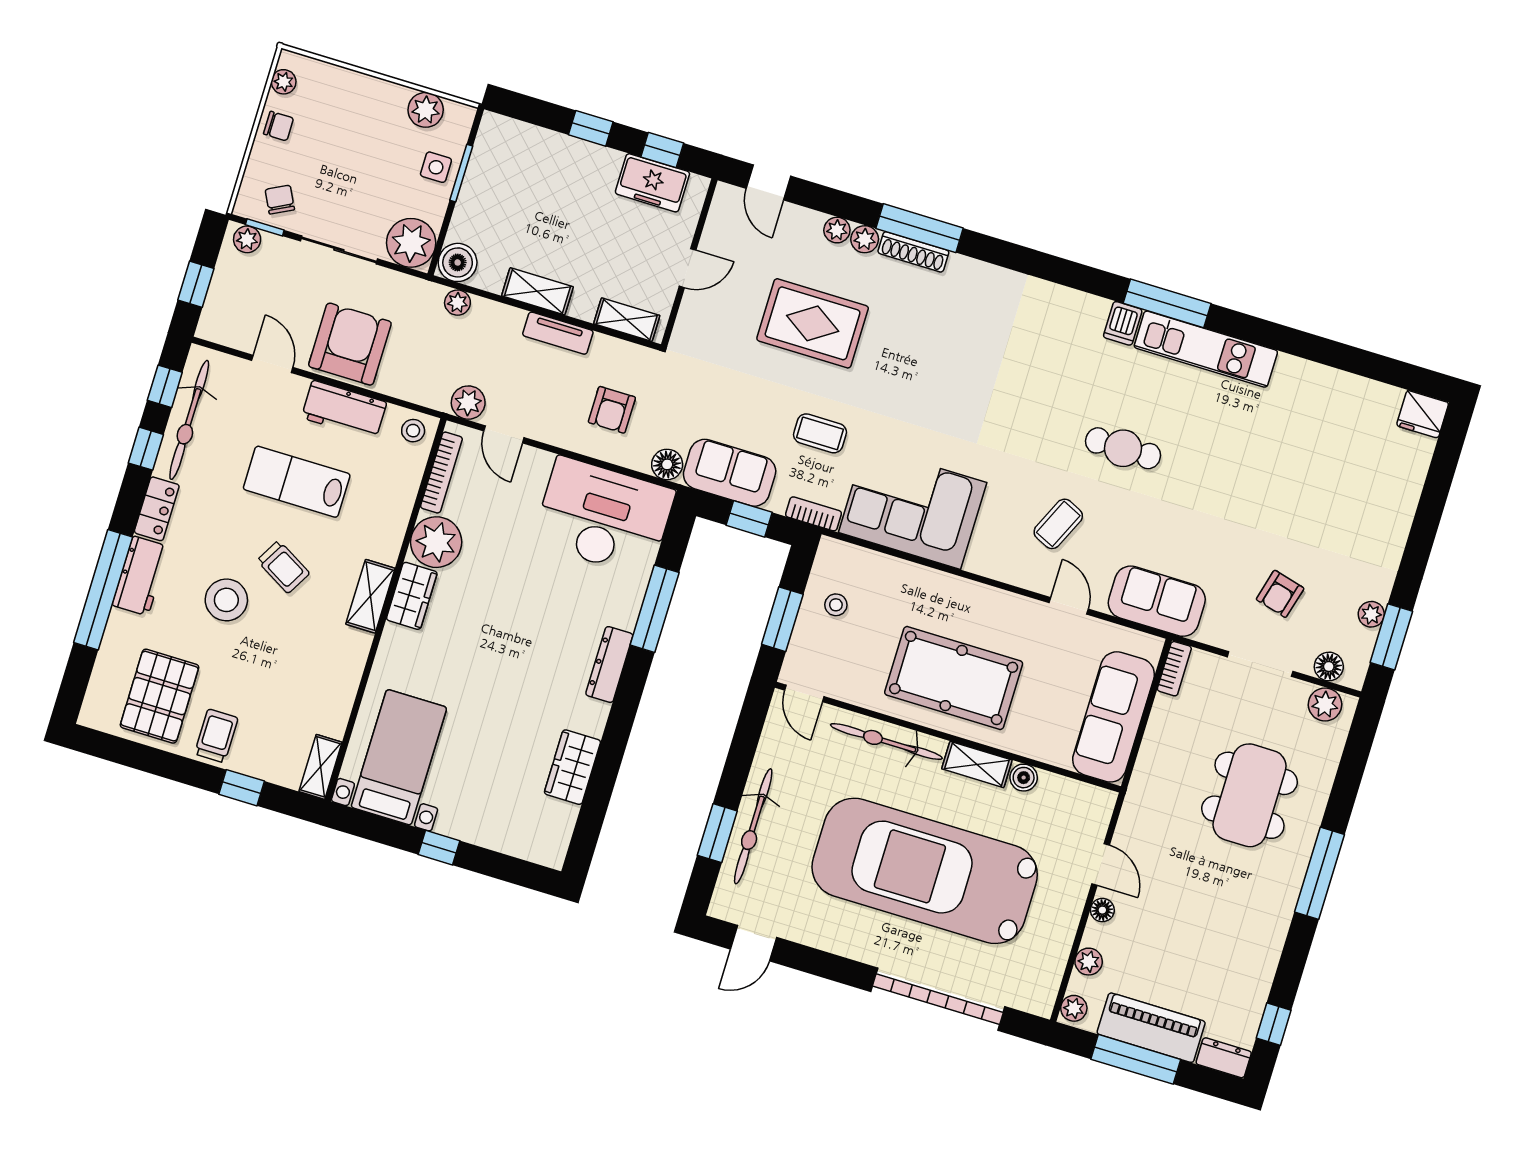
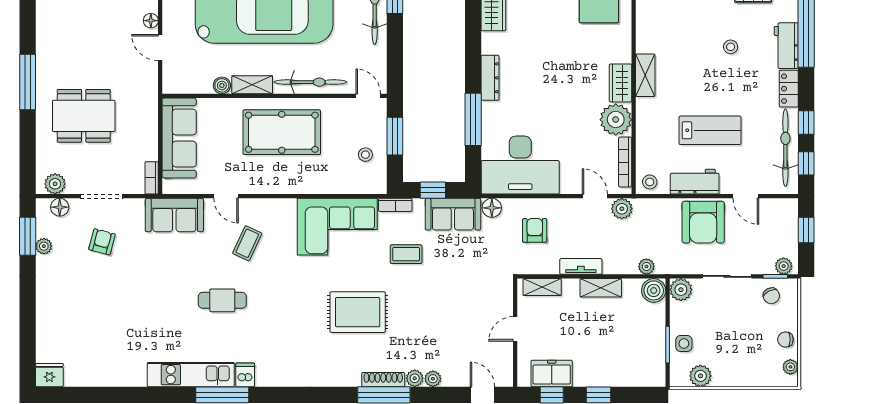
plant: (411, 243) -> (681, 290), width x0.73, depth x0.73
rug: (813, 323) -> (358, 312), moved
trolley: (283, 567) -> (703, 77), removed
stool: (226, 600) -> (731, 47), width x0.53, depth x0.53
dining table: (1249, 795) -> (84, 116), turned 90

